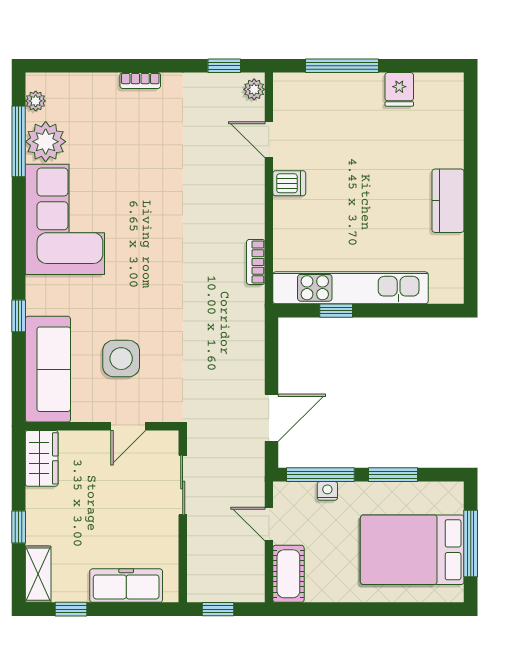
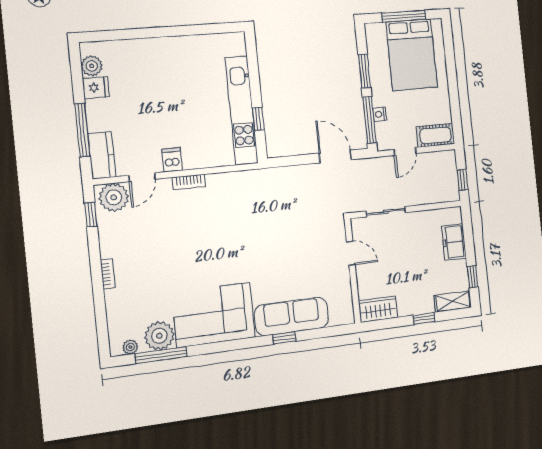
plant: (430, 87) -> (92, 66), added
plant: (254, 89) -> (114, 197), width x1.88, depth x1.88
kitchen counter: (448, 201) -> (102, 155), moved, turned -90
bookcase: (256, 262) -> (189, 182), moved
side table: (121, 359) -> (306, 263), removed
sofa: (48, 369) -> (292, 316), moved
freezer: (126, 586) -> (454, 242), width x0.71

